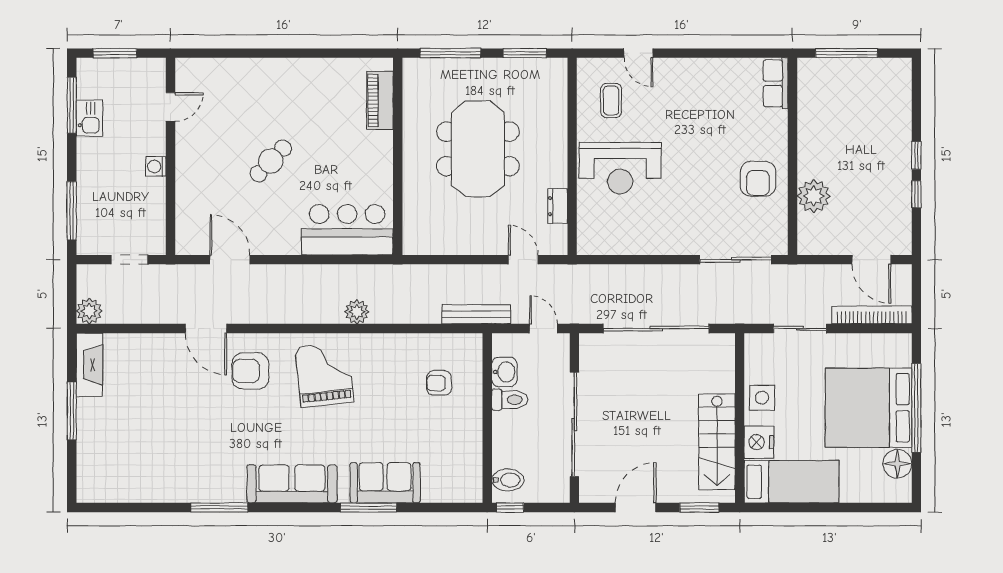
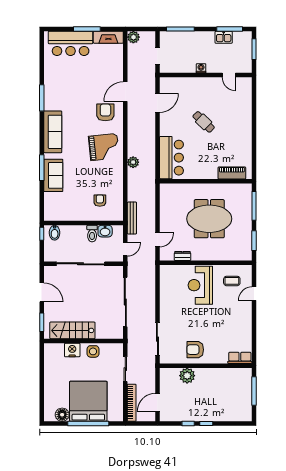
bar counter: (103, 446) -> (71, 43), added
bed: (792, 482) -> (54, 365), removed

